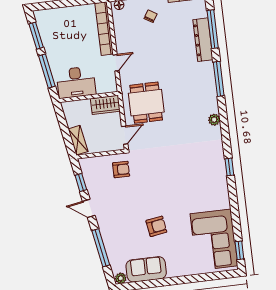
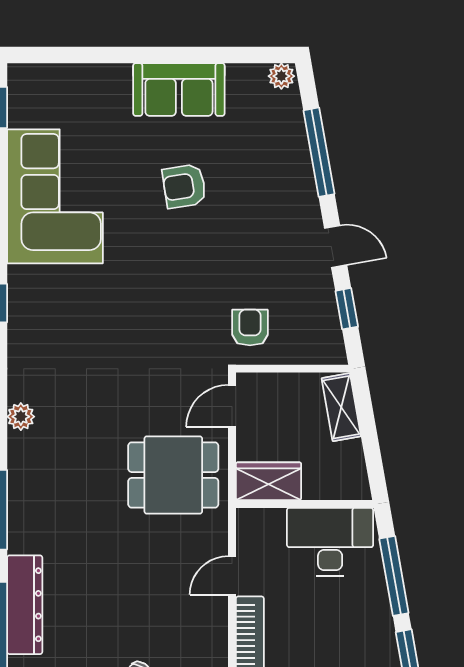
dining table: (146, 103) -> (173, 475), turned 90
armchair: (121, 169) -> (250, 328), turned 90
corner sofa: (214, 240) -> (55, 196), moved
sofa: (146, 269) -> (179, 90), moved

